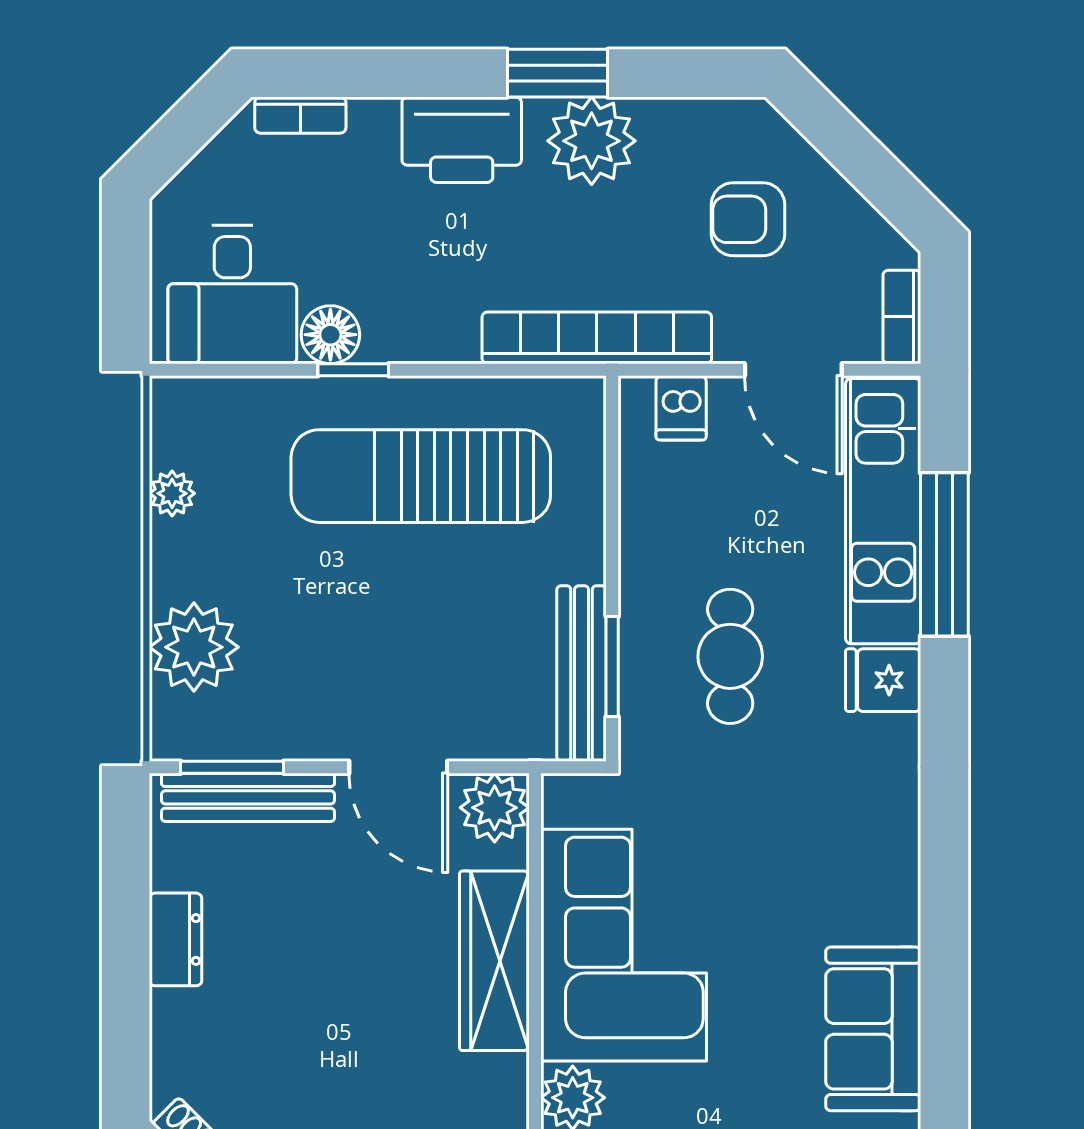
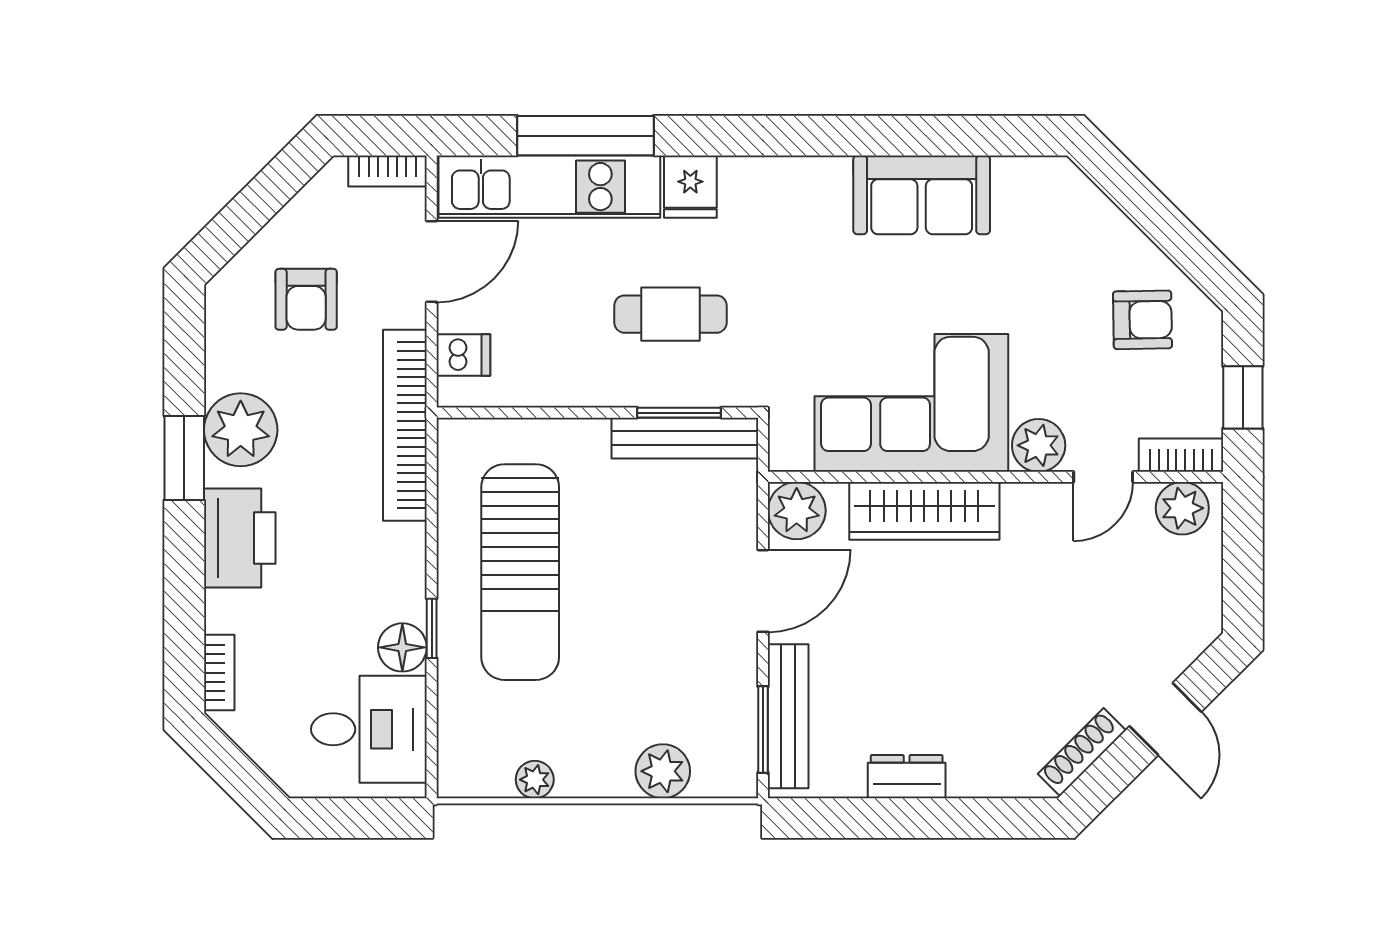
plant: (194, 647) -> (663, 771), width x0.73, depth x0.73
sofa: (873, 1029) -> (922, 195), moved

